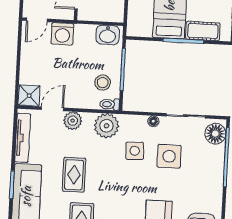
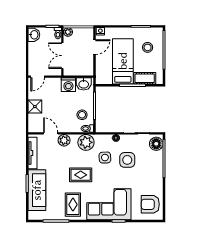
washing machine: (62, 34) -> (68, 85), moved
shower: (29, 96) -> (35, 107), moved
door: (53, 109) -> (51, 133), hinge flipped
rug: (74, 175) -> (81, 175), moved, turned 90

